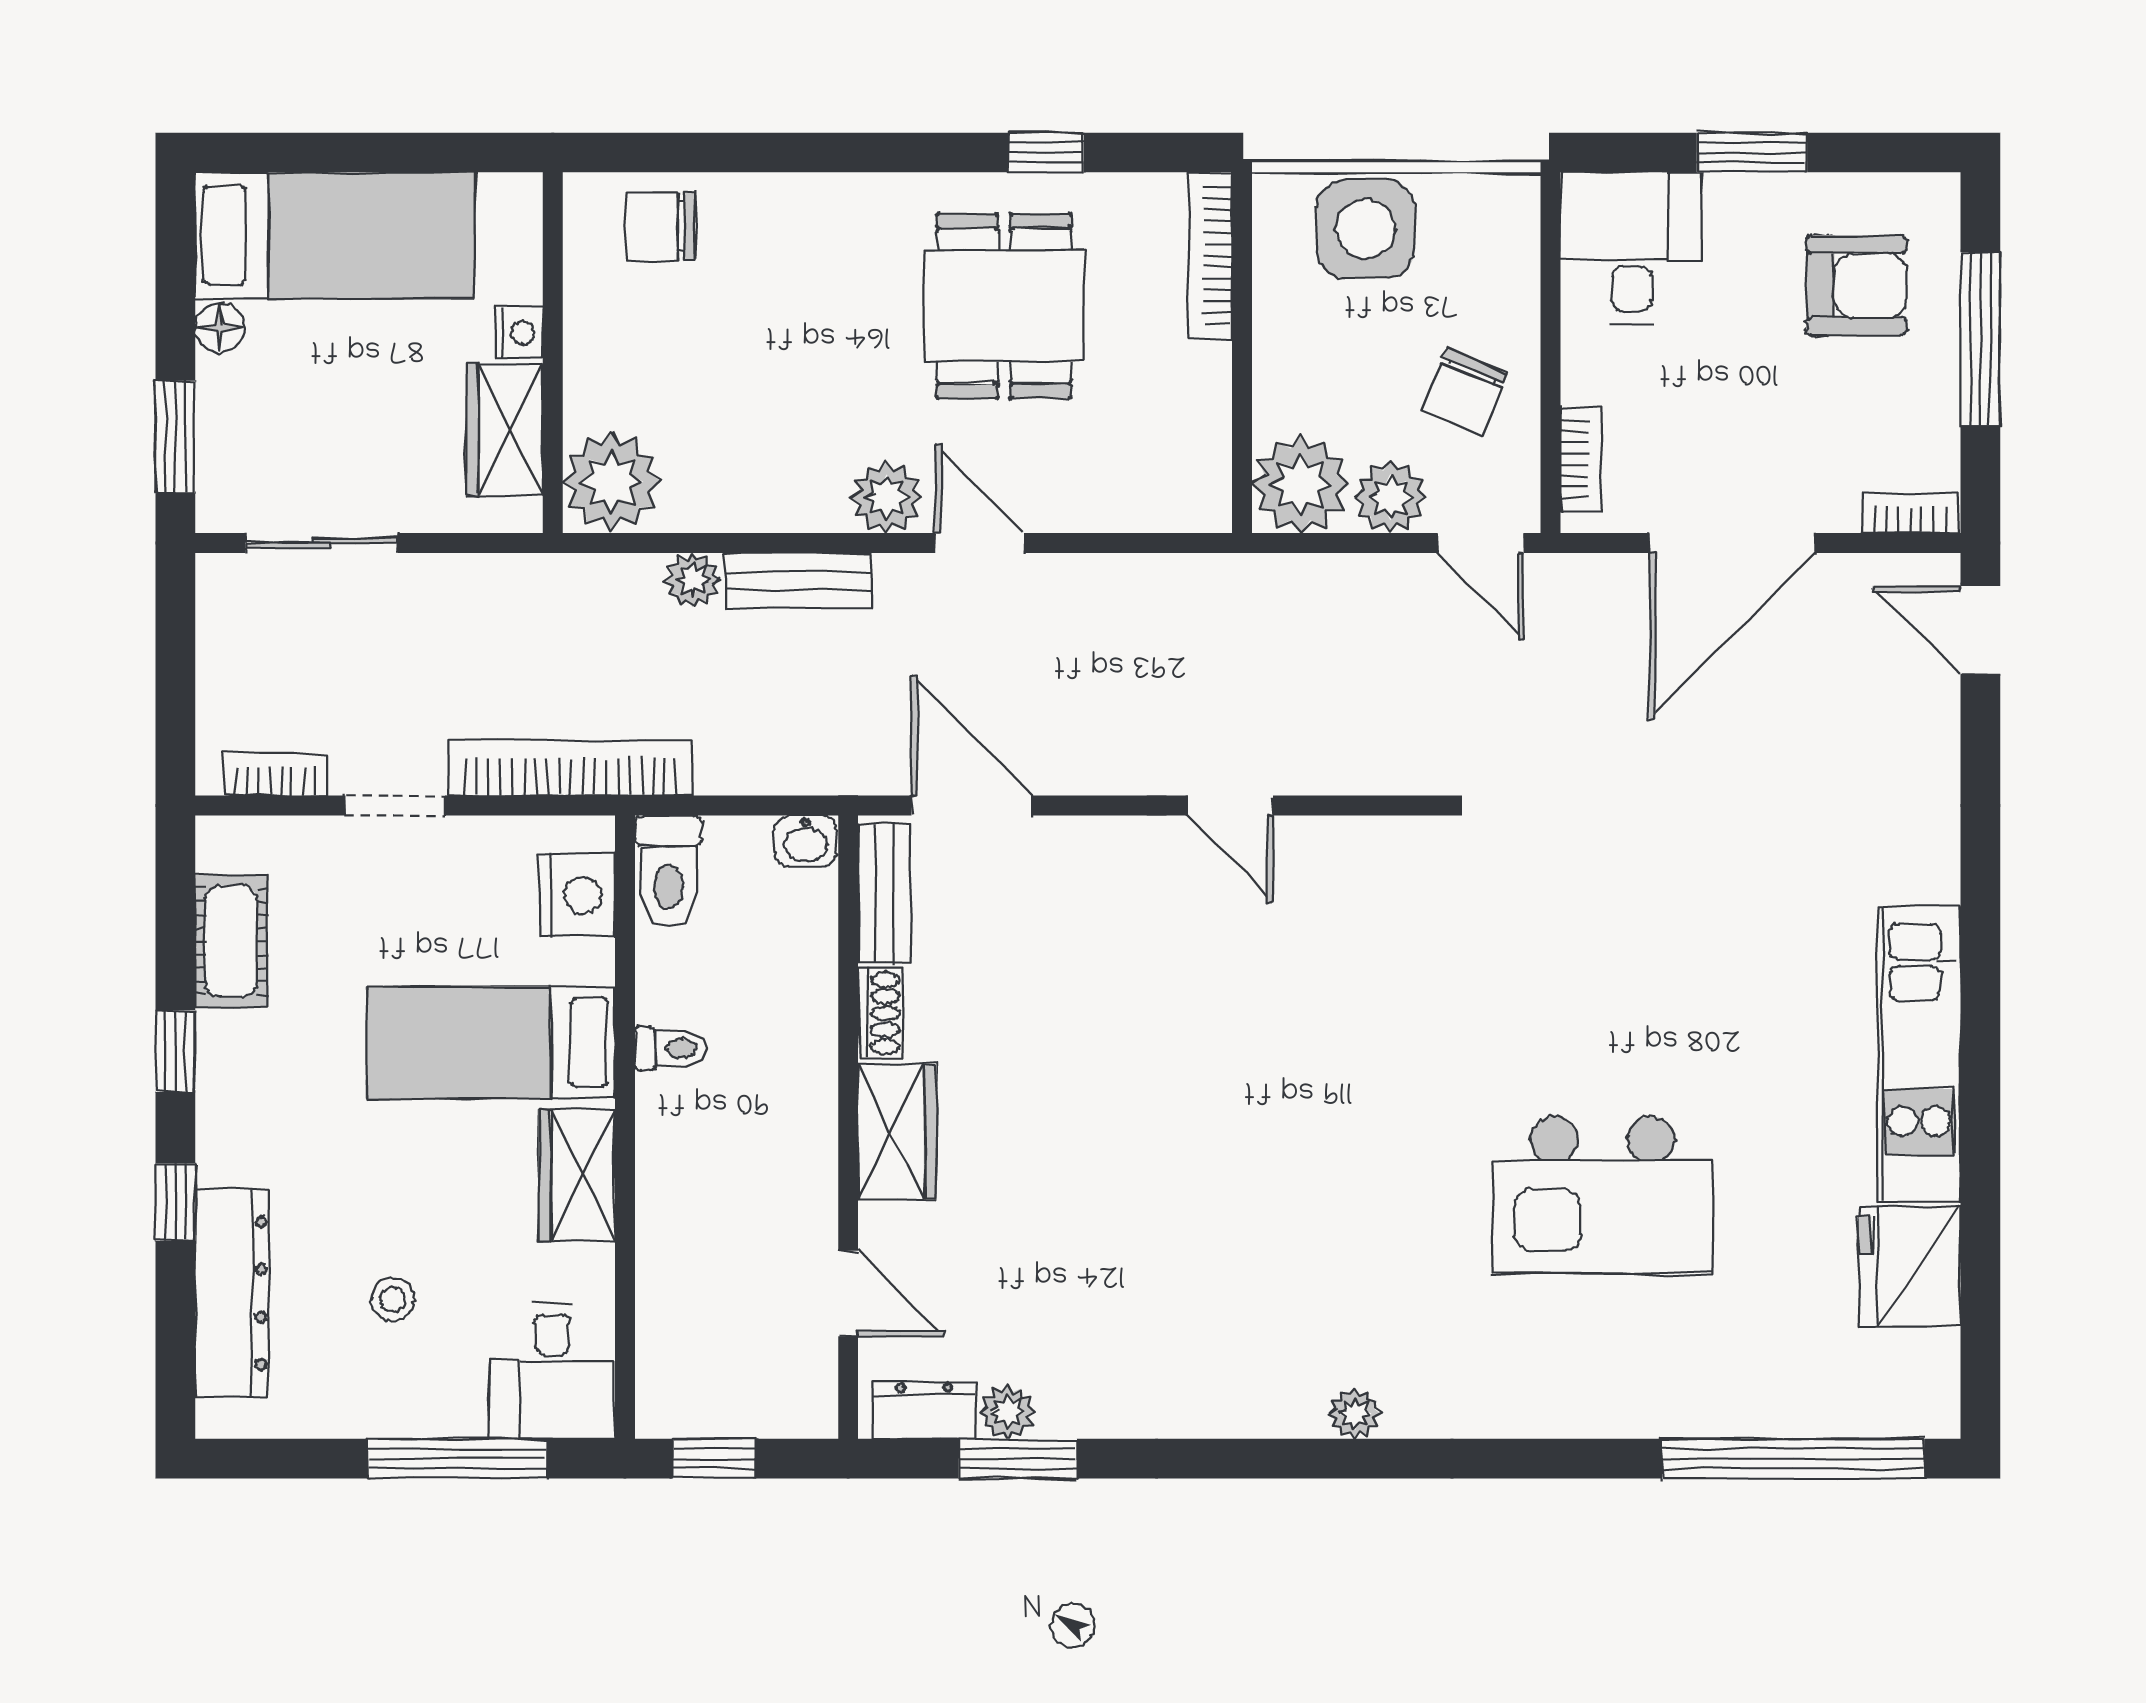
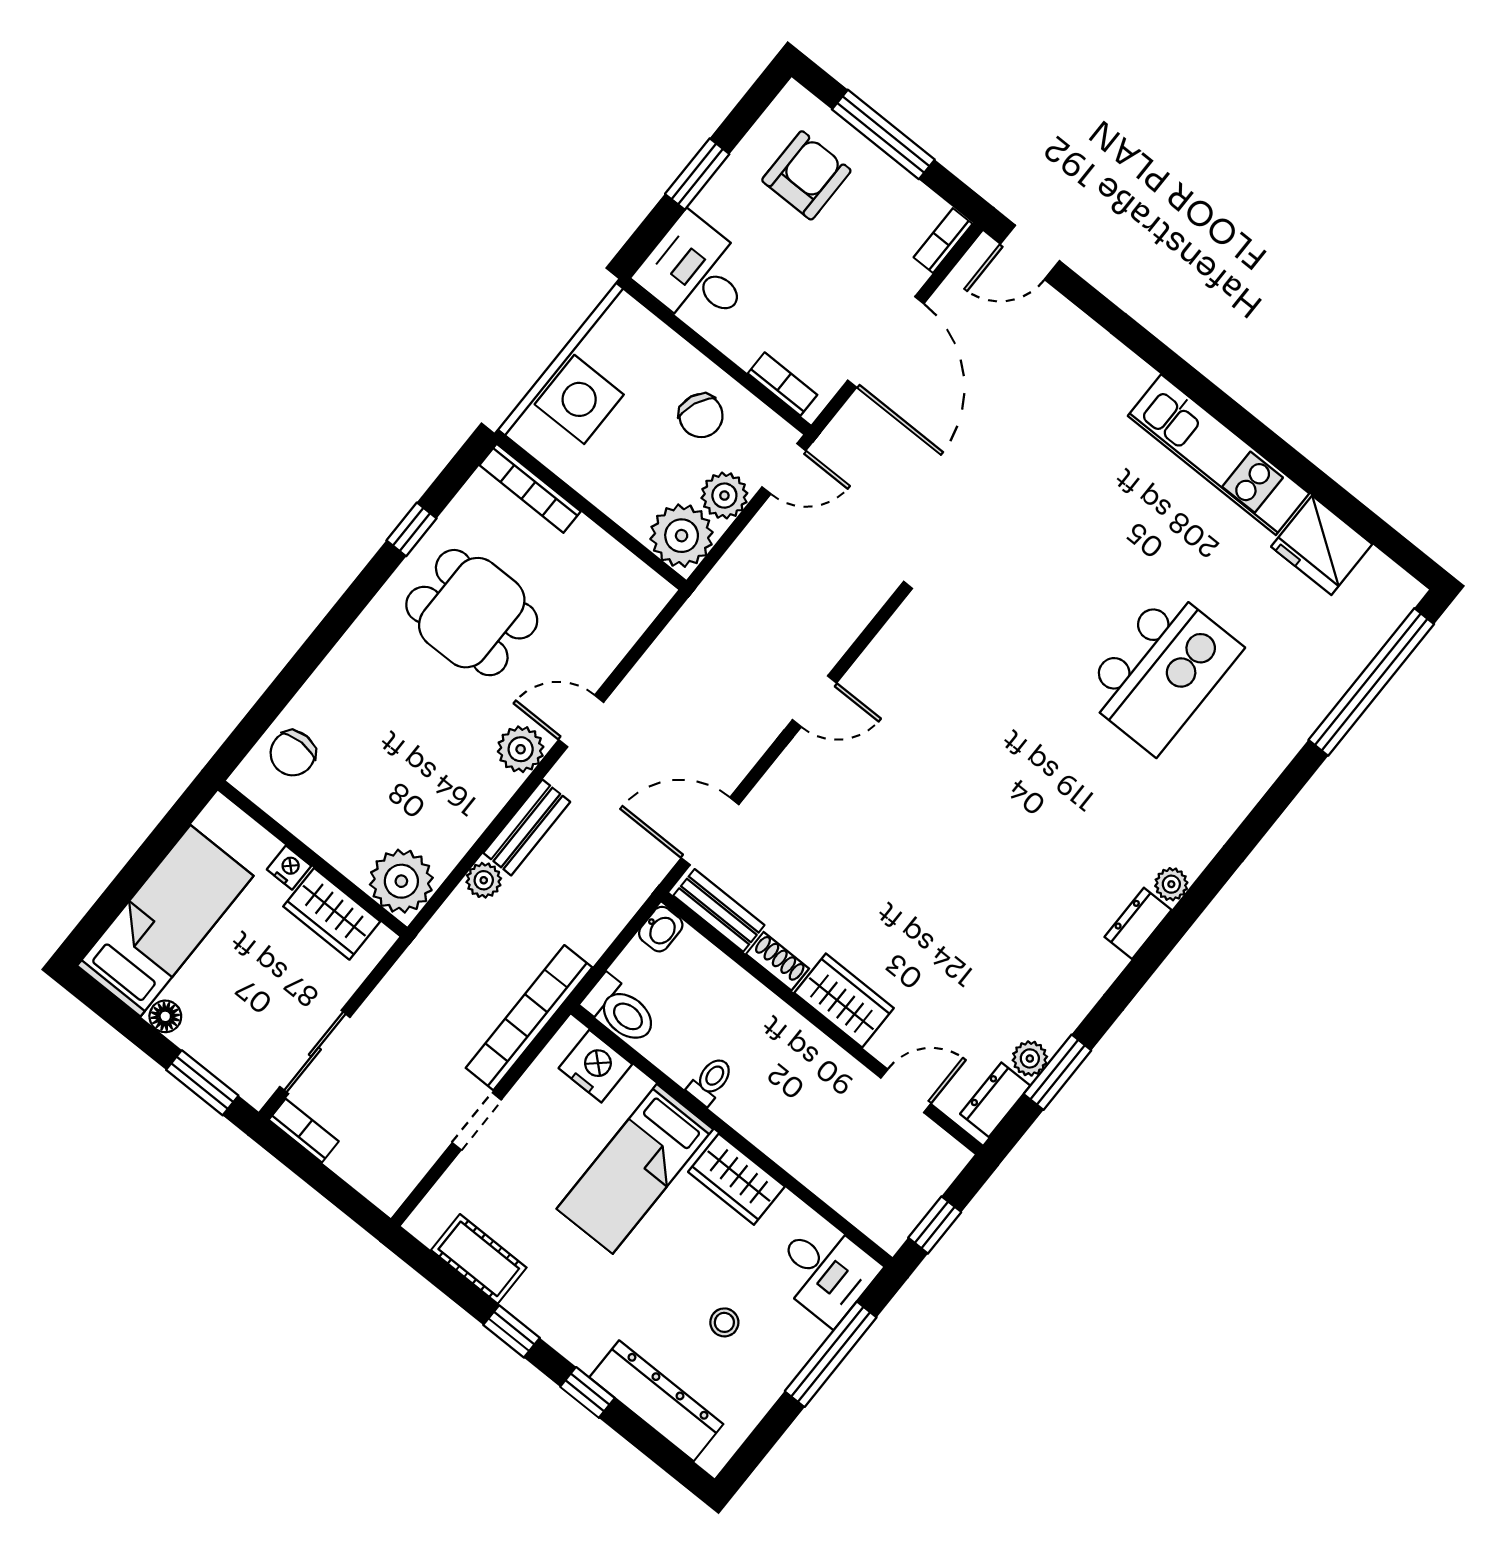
bookcase: (276, 775) -> (304, 1131), moved, turned 90
dresser: (1275, 1411) -> (1138, 923), added

